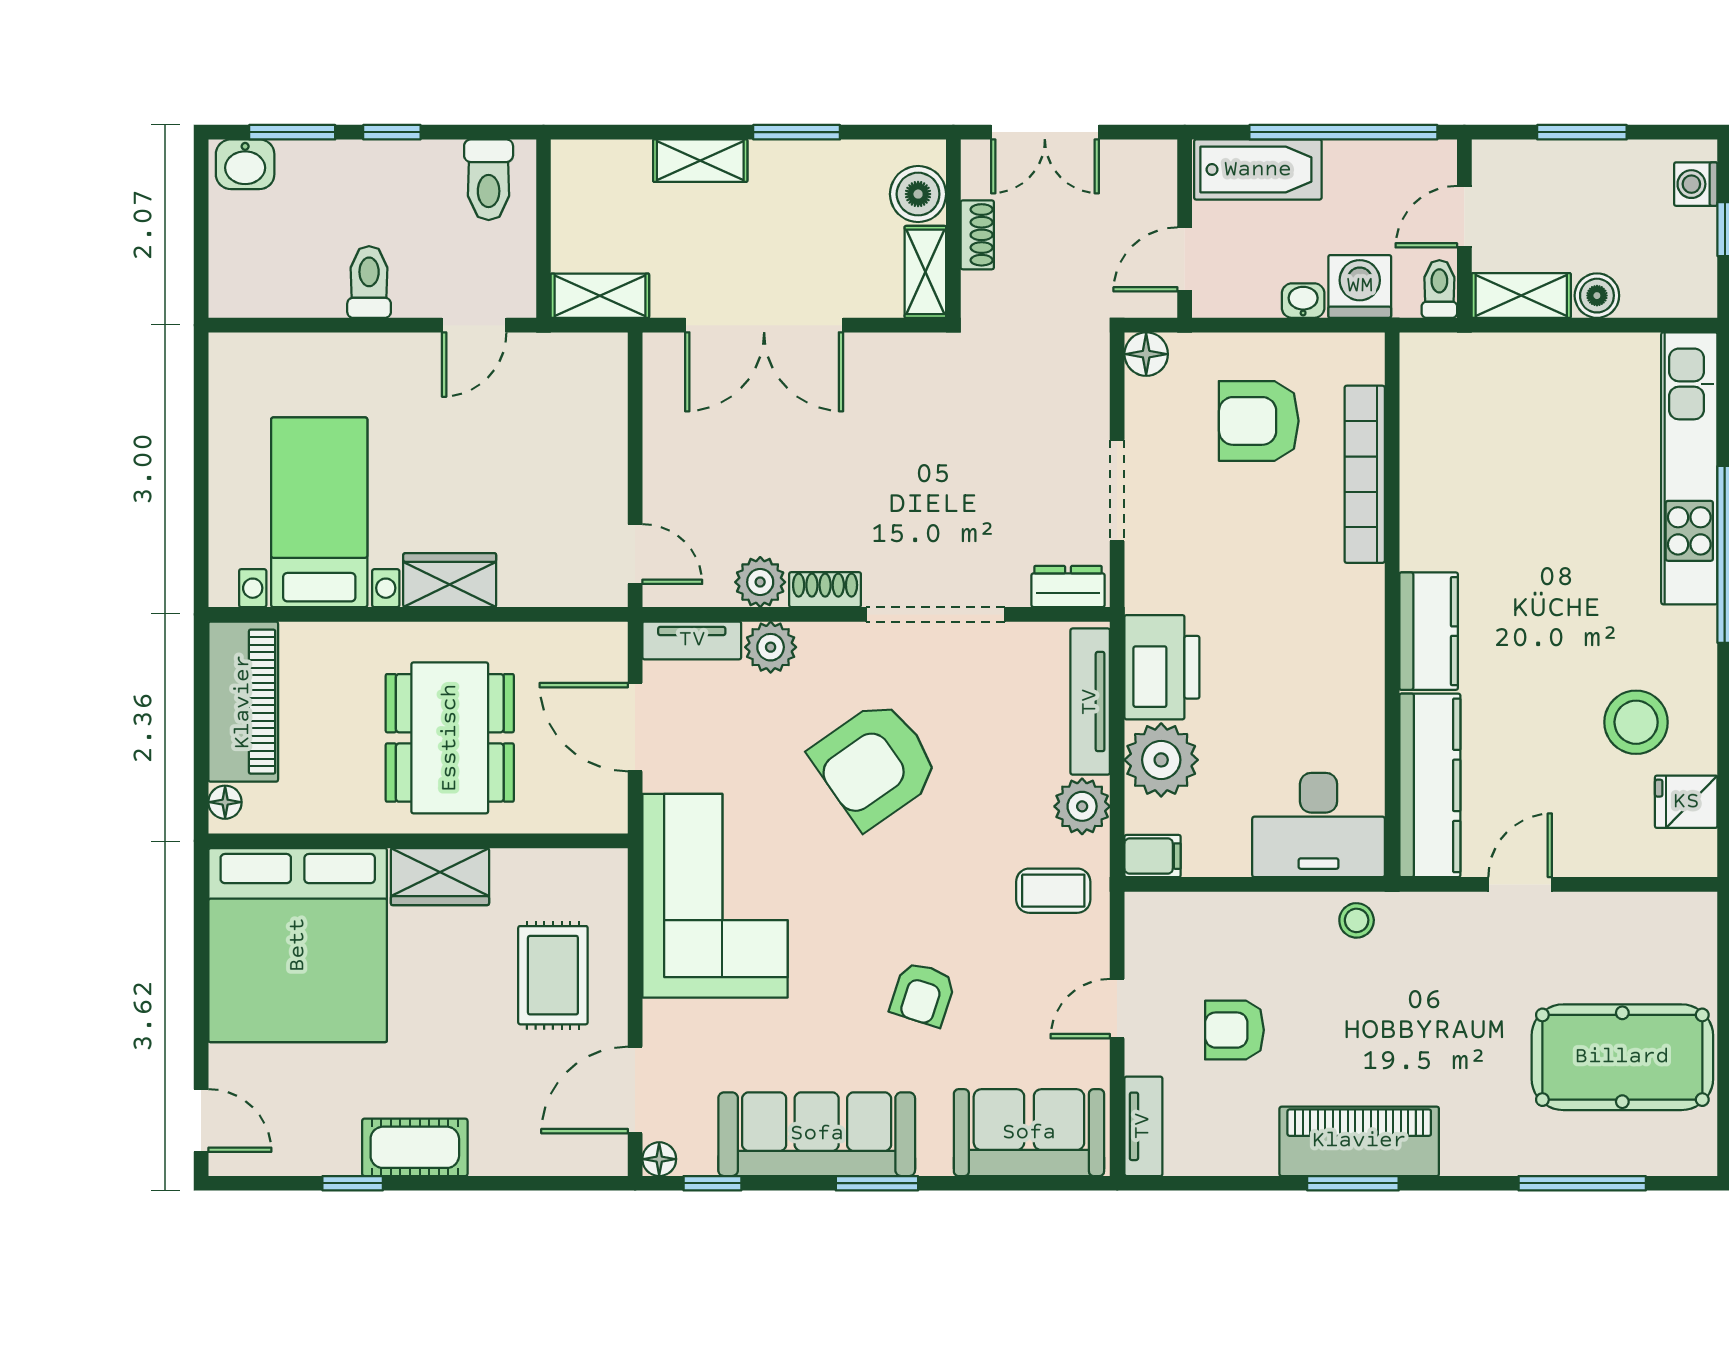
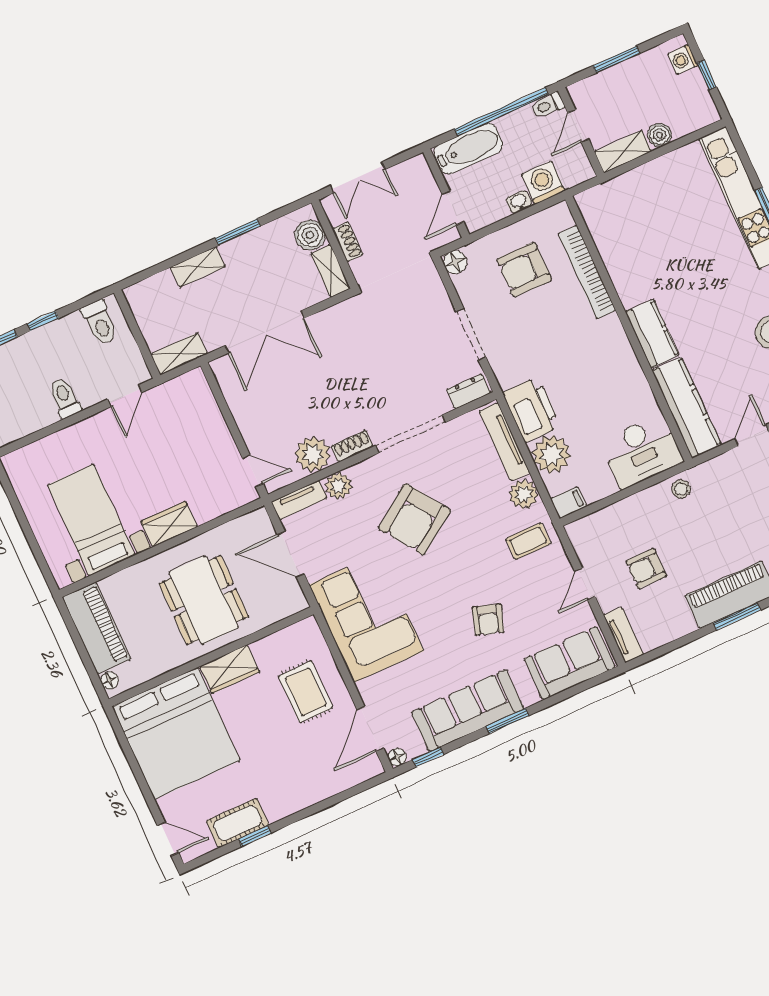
toilet: (1439, 289) -> (548, 105), moved, turned -90
plant: (760, 582) -> (313, 454), width x1.36, depth x1.36
cot: (415, 1147) -> (238, 823), moved

